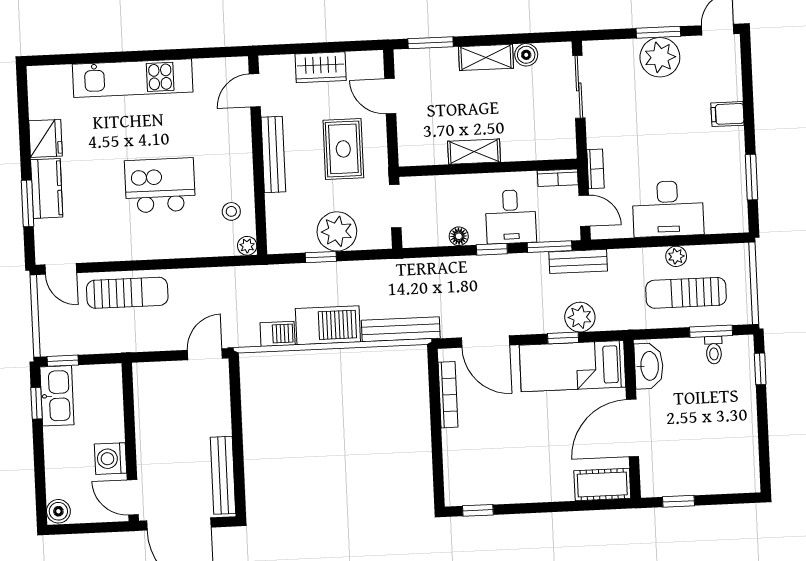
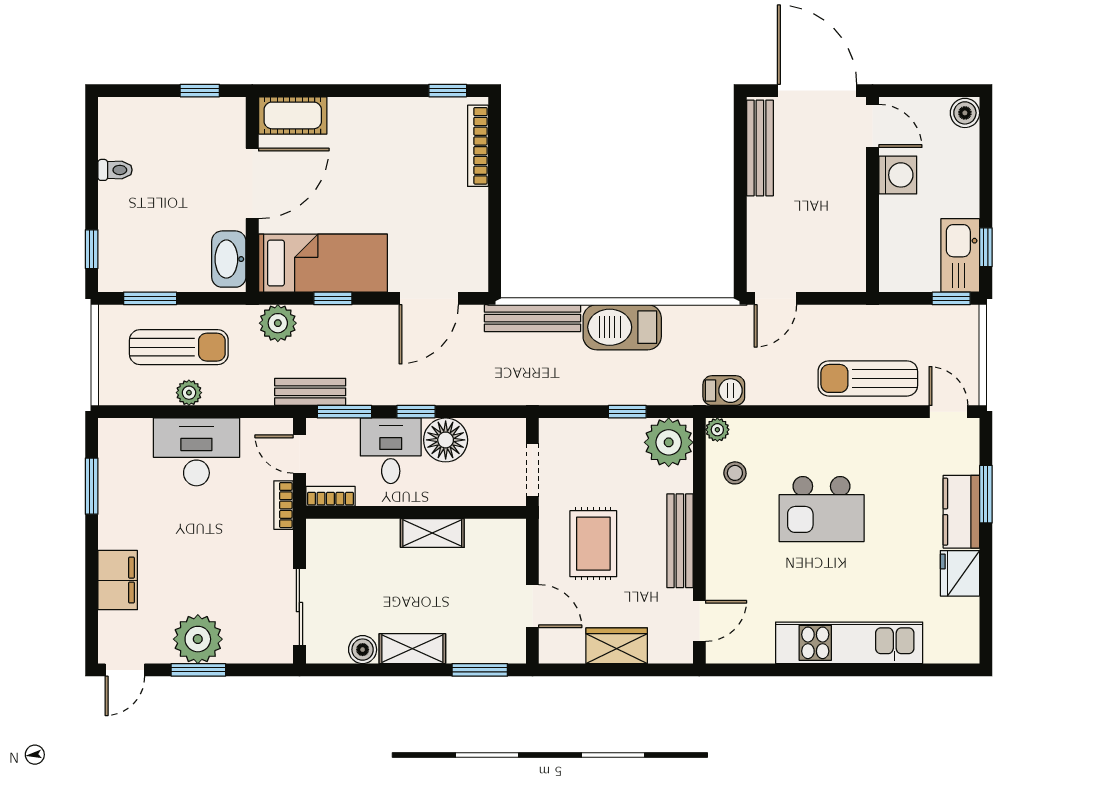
filing cabinet: (727, 114) -> (118, 580), width x2.00
plant: (337, 231) -> (669, 442), moved
floor lamp: (459, 236) -> (446, 440), width x1.89, depth x1.89
plant: (580, 317) -> (278, 323), moved
barbecue: (278, 334) -> (724, 391), moved, turned 180
door: (486, 341) -> (429, 298), swing flipped
toilet: (714, 350) -> (115, 170), moved, turned 90
bookcase: (448, 395) -> (478, 146), moved

